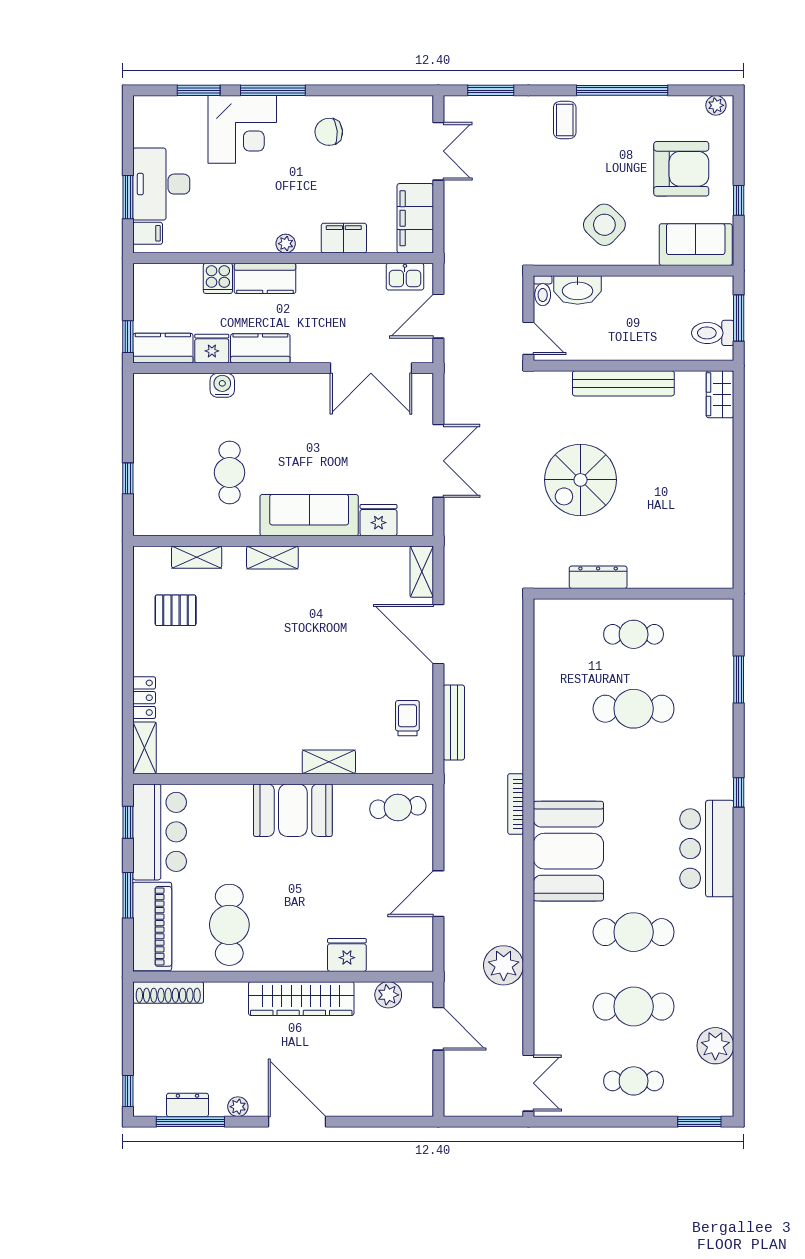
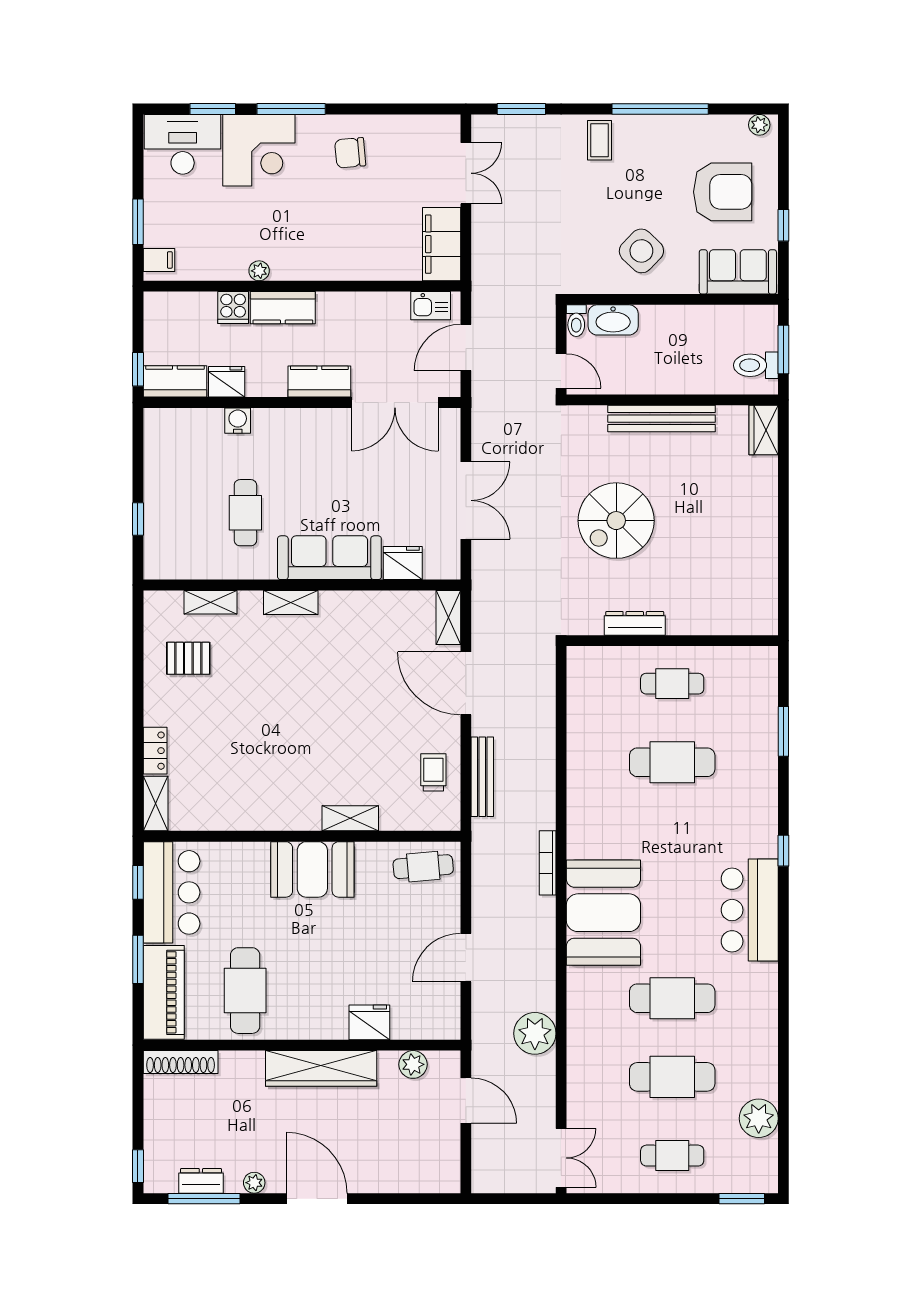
desk: (161, 184) -> (183, 144), moved, turned 90
filing cabinet: (344, 238) -> (366, 265), removed
plant: (286, 244) -> (259, 271), moved
kitchen counter: (260, 348) -> (319, 382), moved

